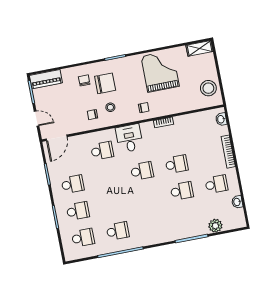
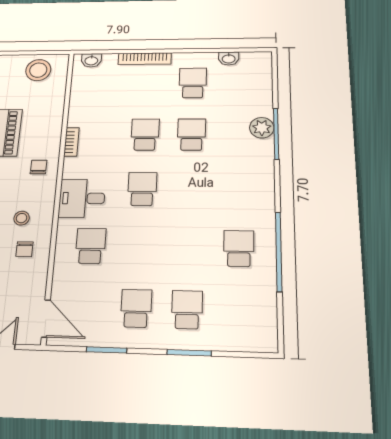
plant: (215, 226) -> (262, 128), moved
school desk: (83, 238) -> (239, 311), removed

